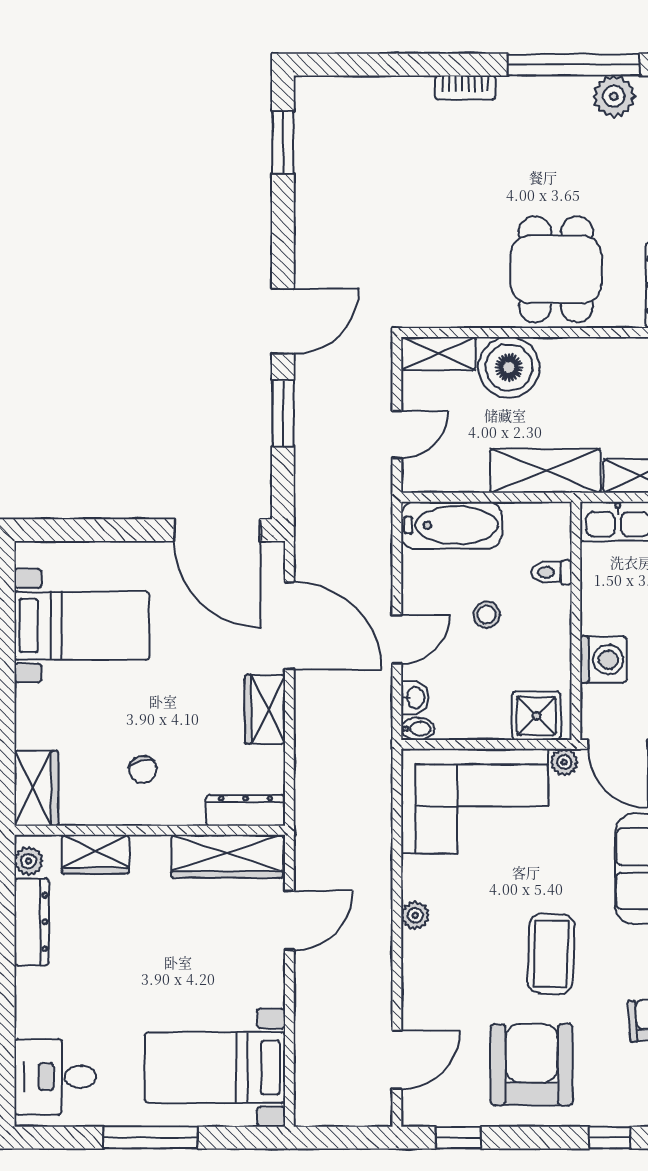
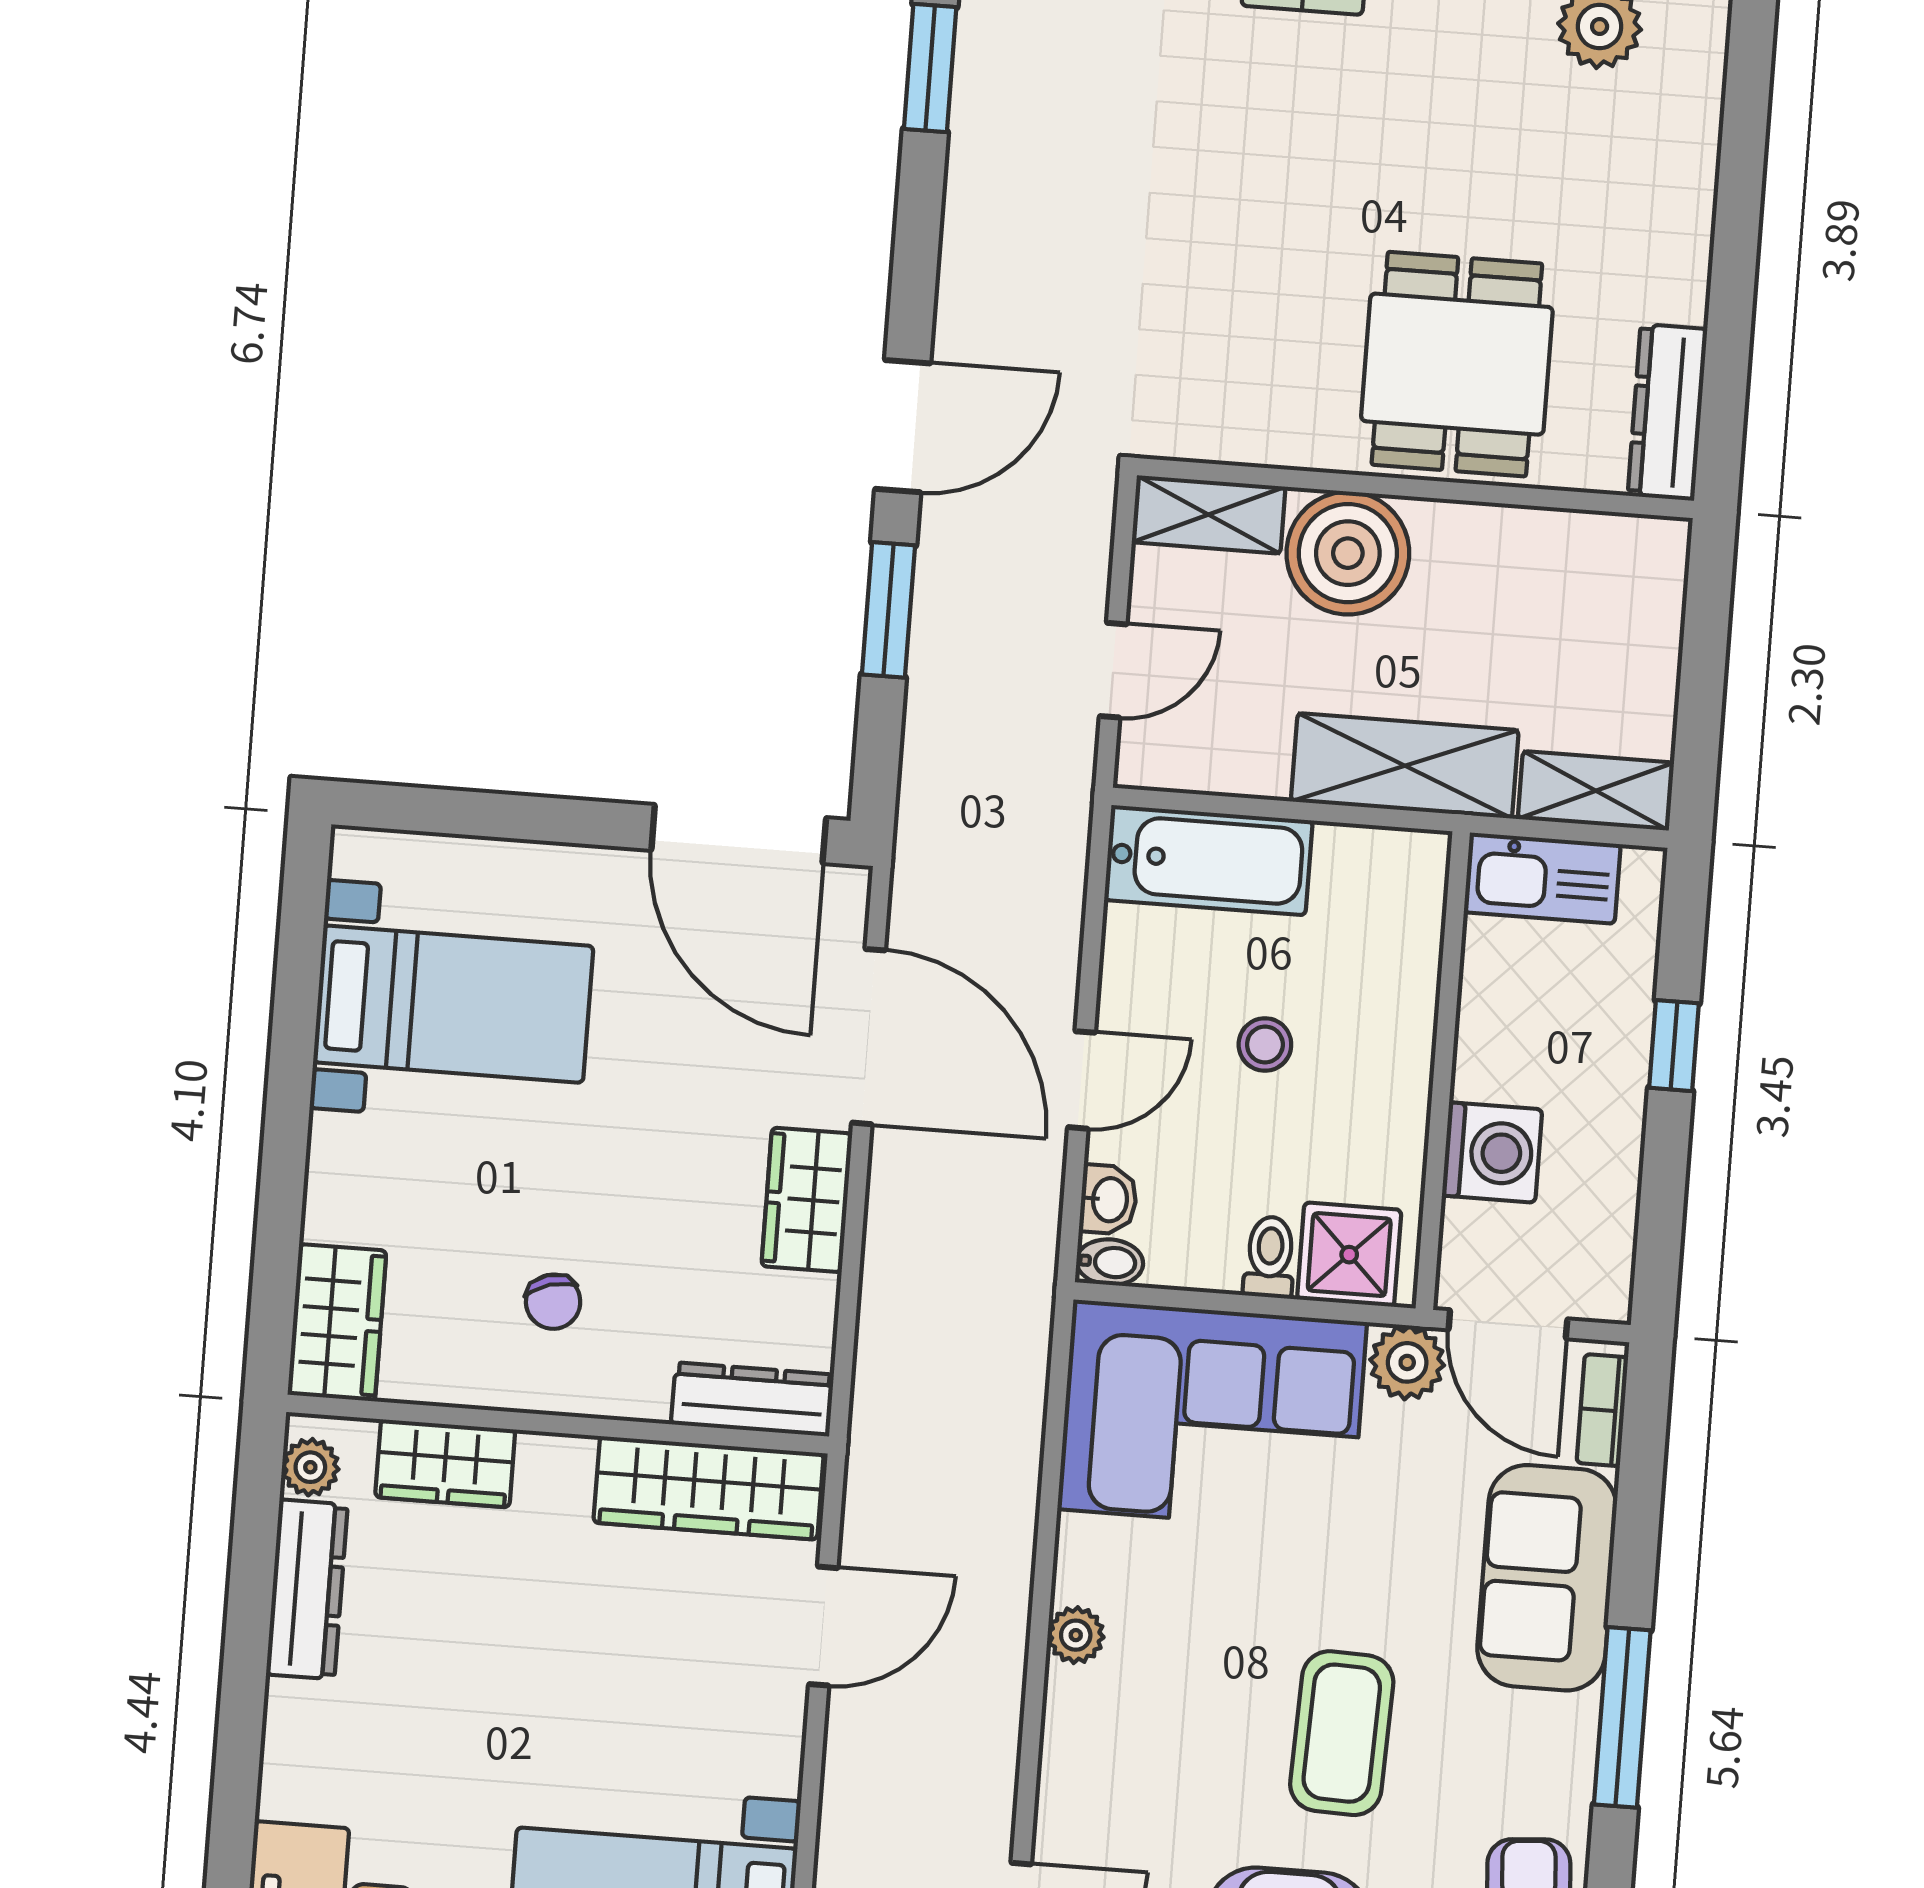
toilet: (552, 572) -> (1270, 1257), moved, turned 90
plant: (564, 762) -> (1407, 1362), width x1.38, depth x1.38

